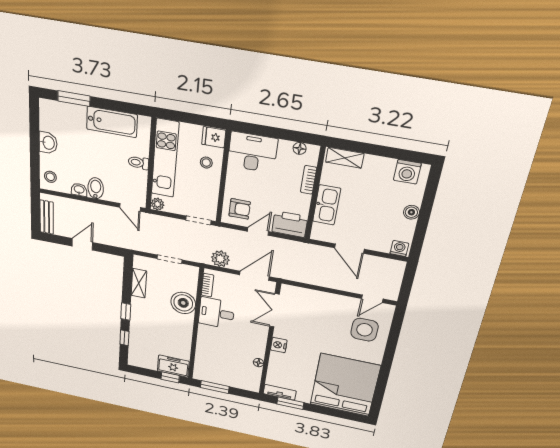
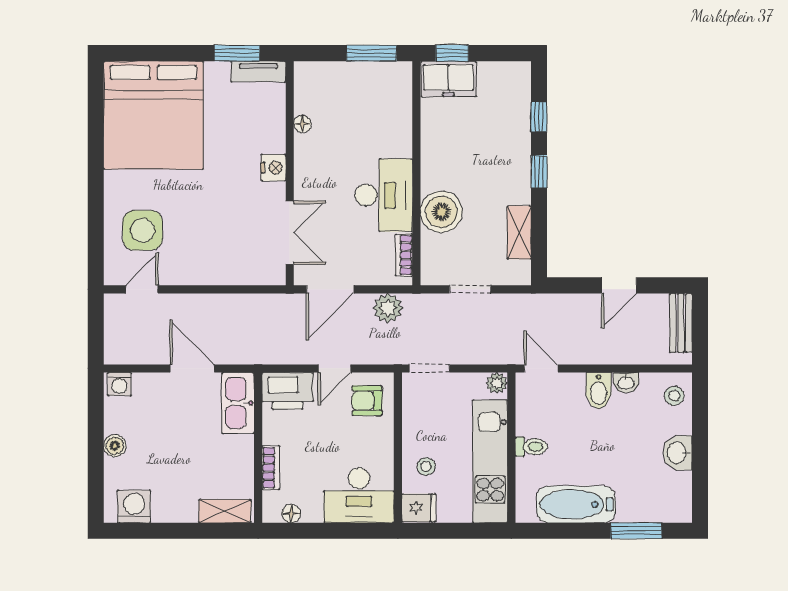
kitchen sink: (327, 205) -> (238, 403), moved
desk: (216, 313) -> (384, 195), width x1.37

